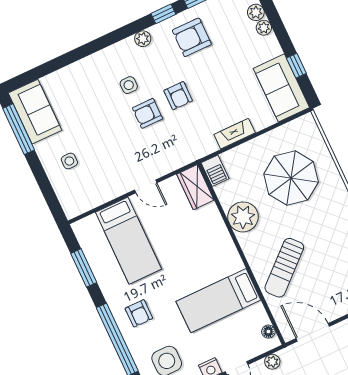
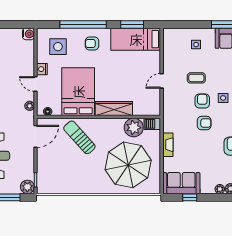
armchair: (178, 96) -> (204, 123), turned 180
coffee table: (118, 138) -> (196, 78), added
parasol: (291, 178) -> (128, 165), width x1.36, depth x1.36
wardrobe: (195, 187) -> (114, 109), moved, width x1.50
plant: (243, 217) -> (134, 128), moved
bed: (128, 241) -> (136, 39), moved
bed: (218, 301) -> (78, 92), width x1.50

